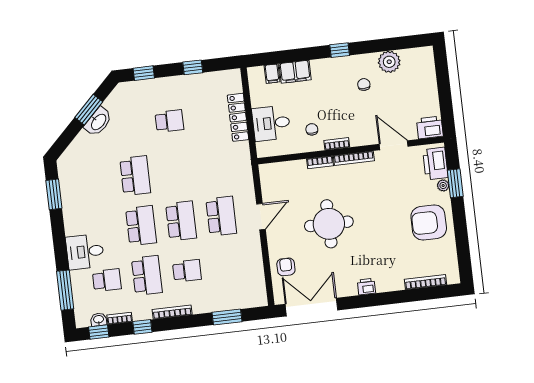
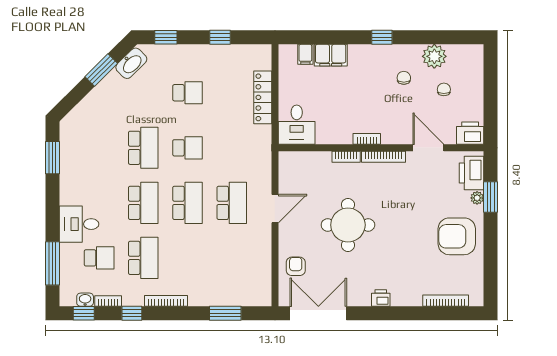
washbasin: (98, 122) -> (131, 63), moved
desk: (271, 123) -> (297, 125), moved, turned -90
chair: (312, 129) -> (444, 89), moved
school desk: (187, 271) -> (188, 148), moved

